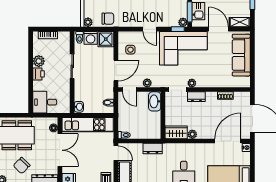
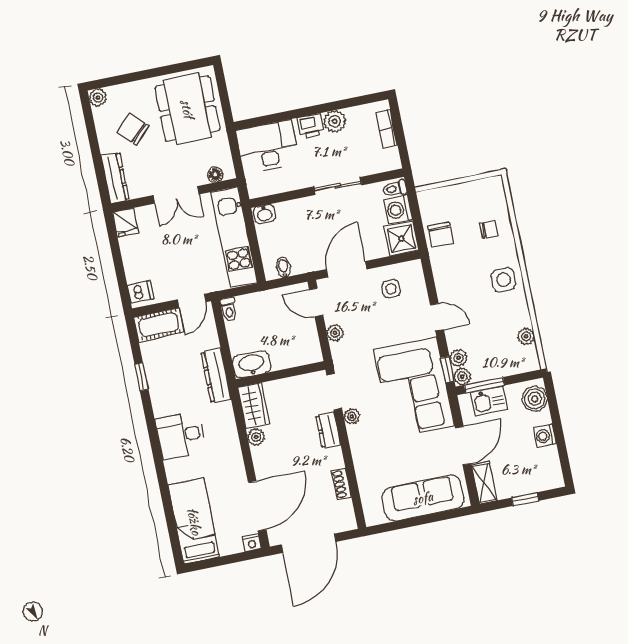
plant: (88, 22) -> (459, 358), moved
door: (150, 29) -> (437, 317), swing flipped
door: (116, 70) -> (347, 269), swing flipped
door: (130, 90) -> (316, 302), hinge flipped
washbasin: (155, 101) -> (252, 364), moved
desk: (45, 102) -> (268, 147), width x1.37
door: (228, 141) -> (257, 506), hinge flipped
dresser: (153, 149) -> (216, 376), width x1.44
double door: (60, 150) -> (176, 195), width x0.73

